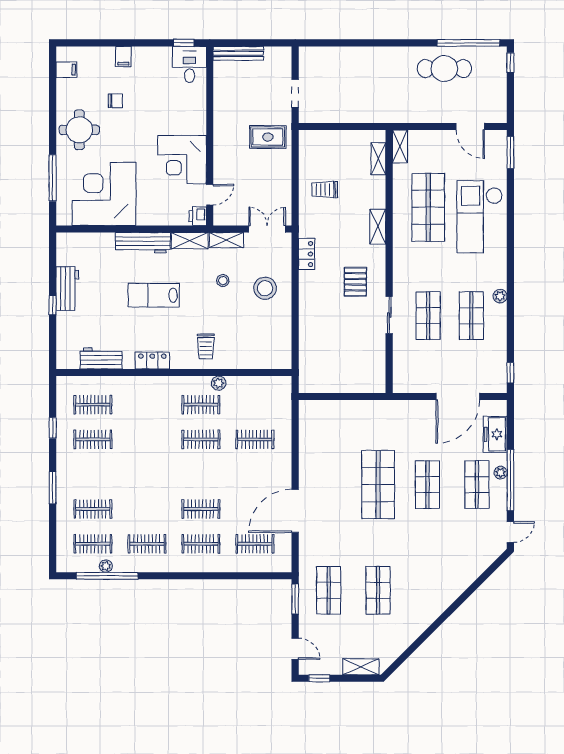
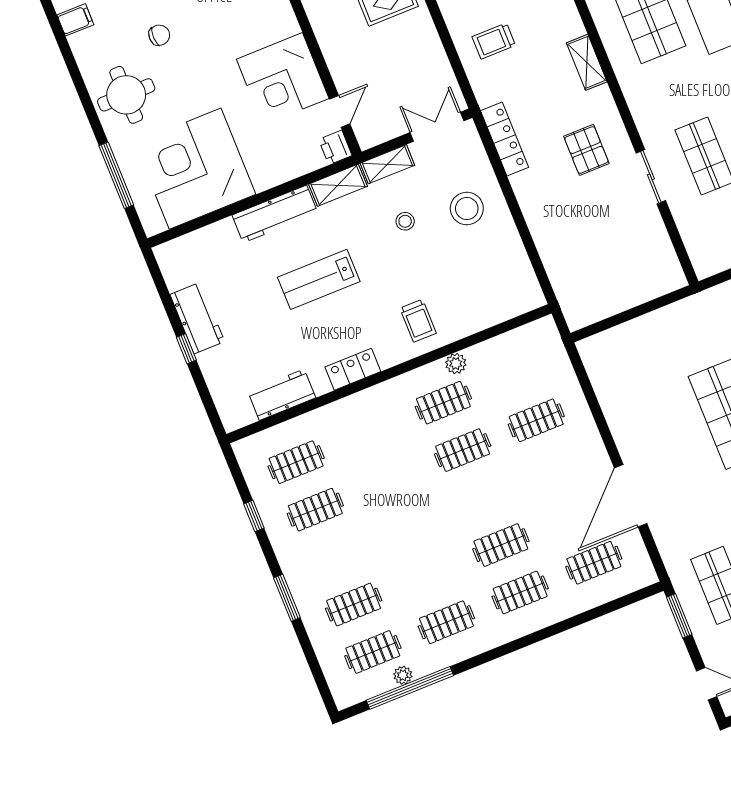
locker: (307, 254) -> (505, 139), width x1.53

